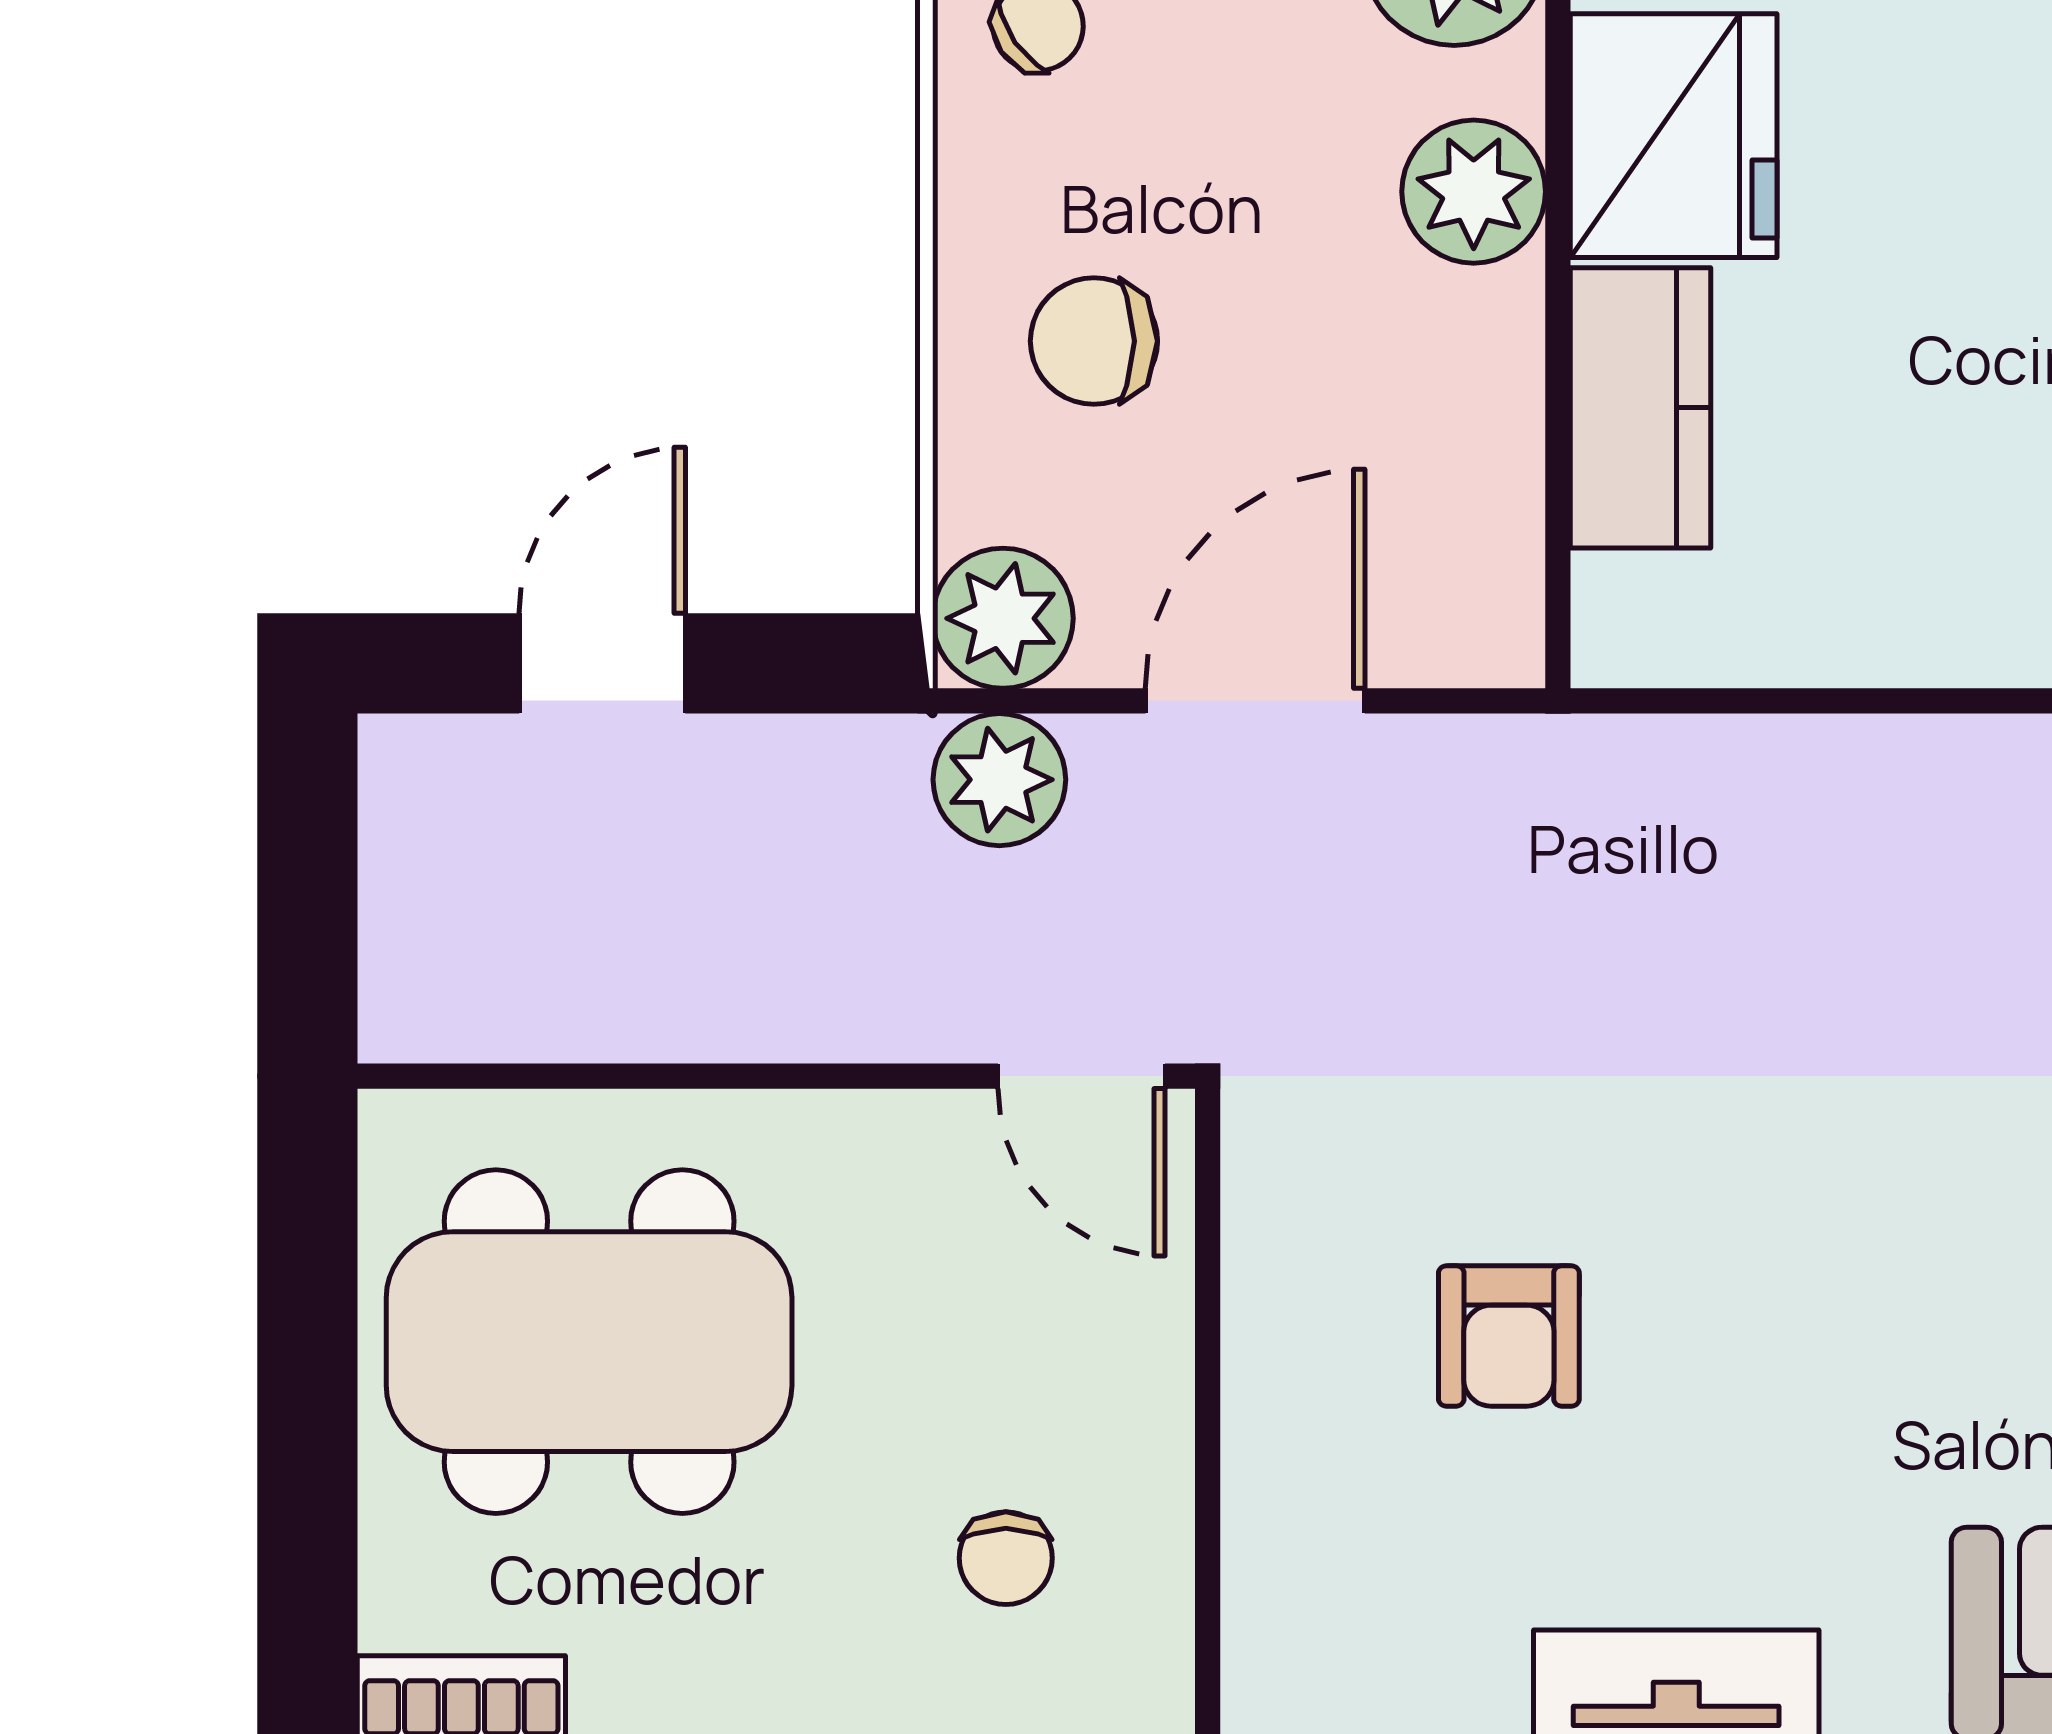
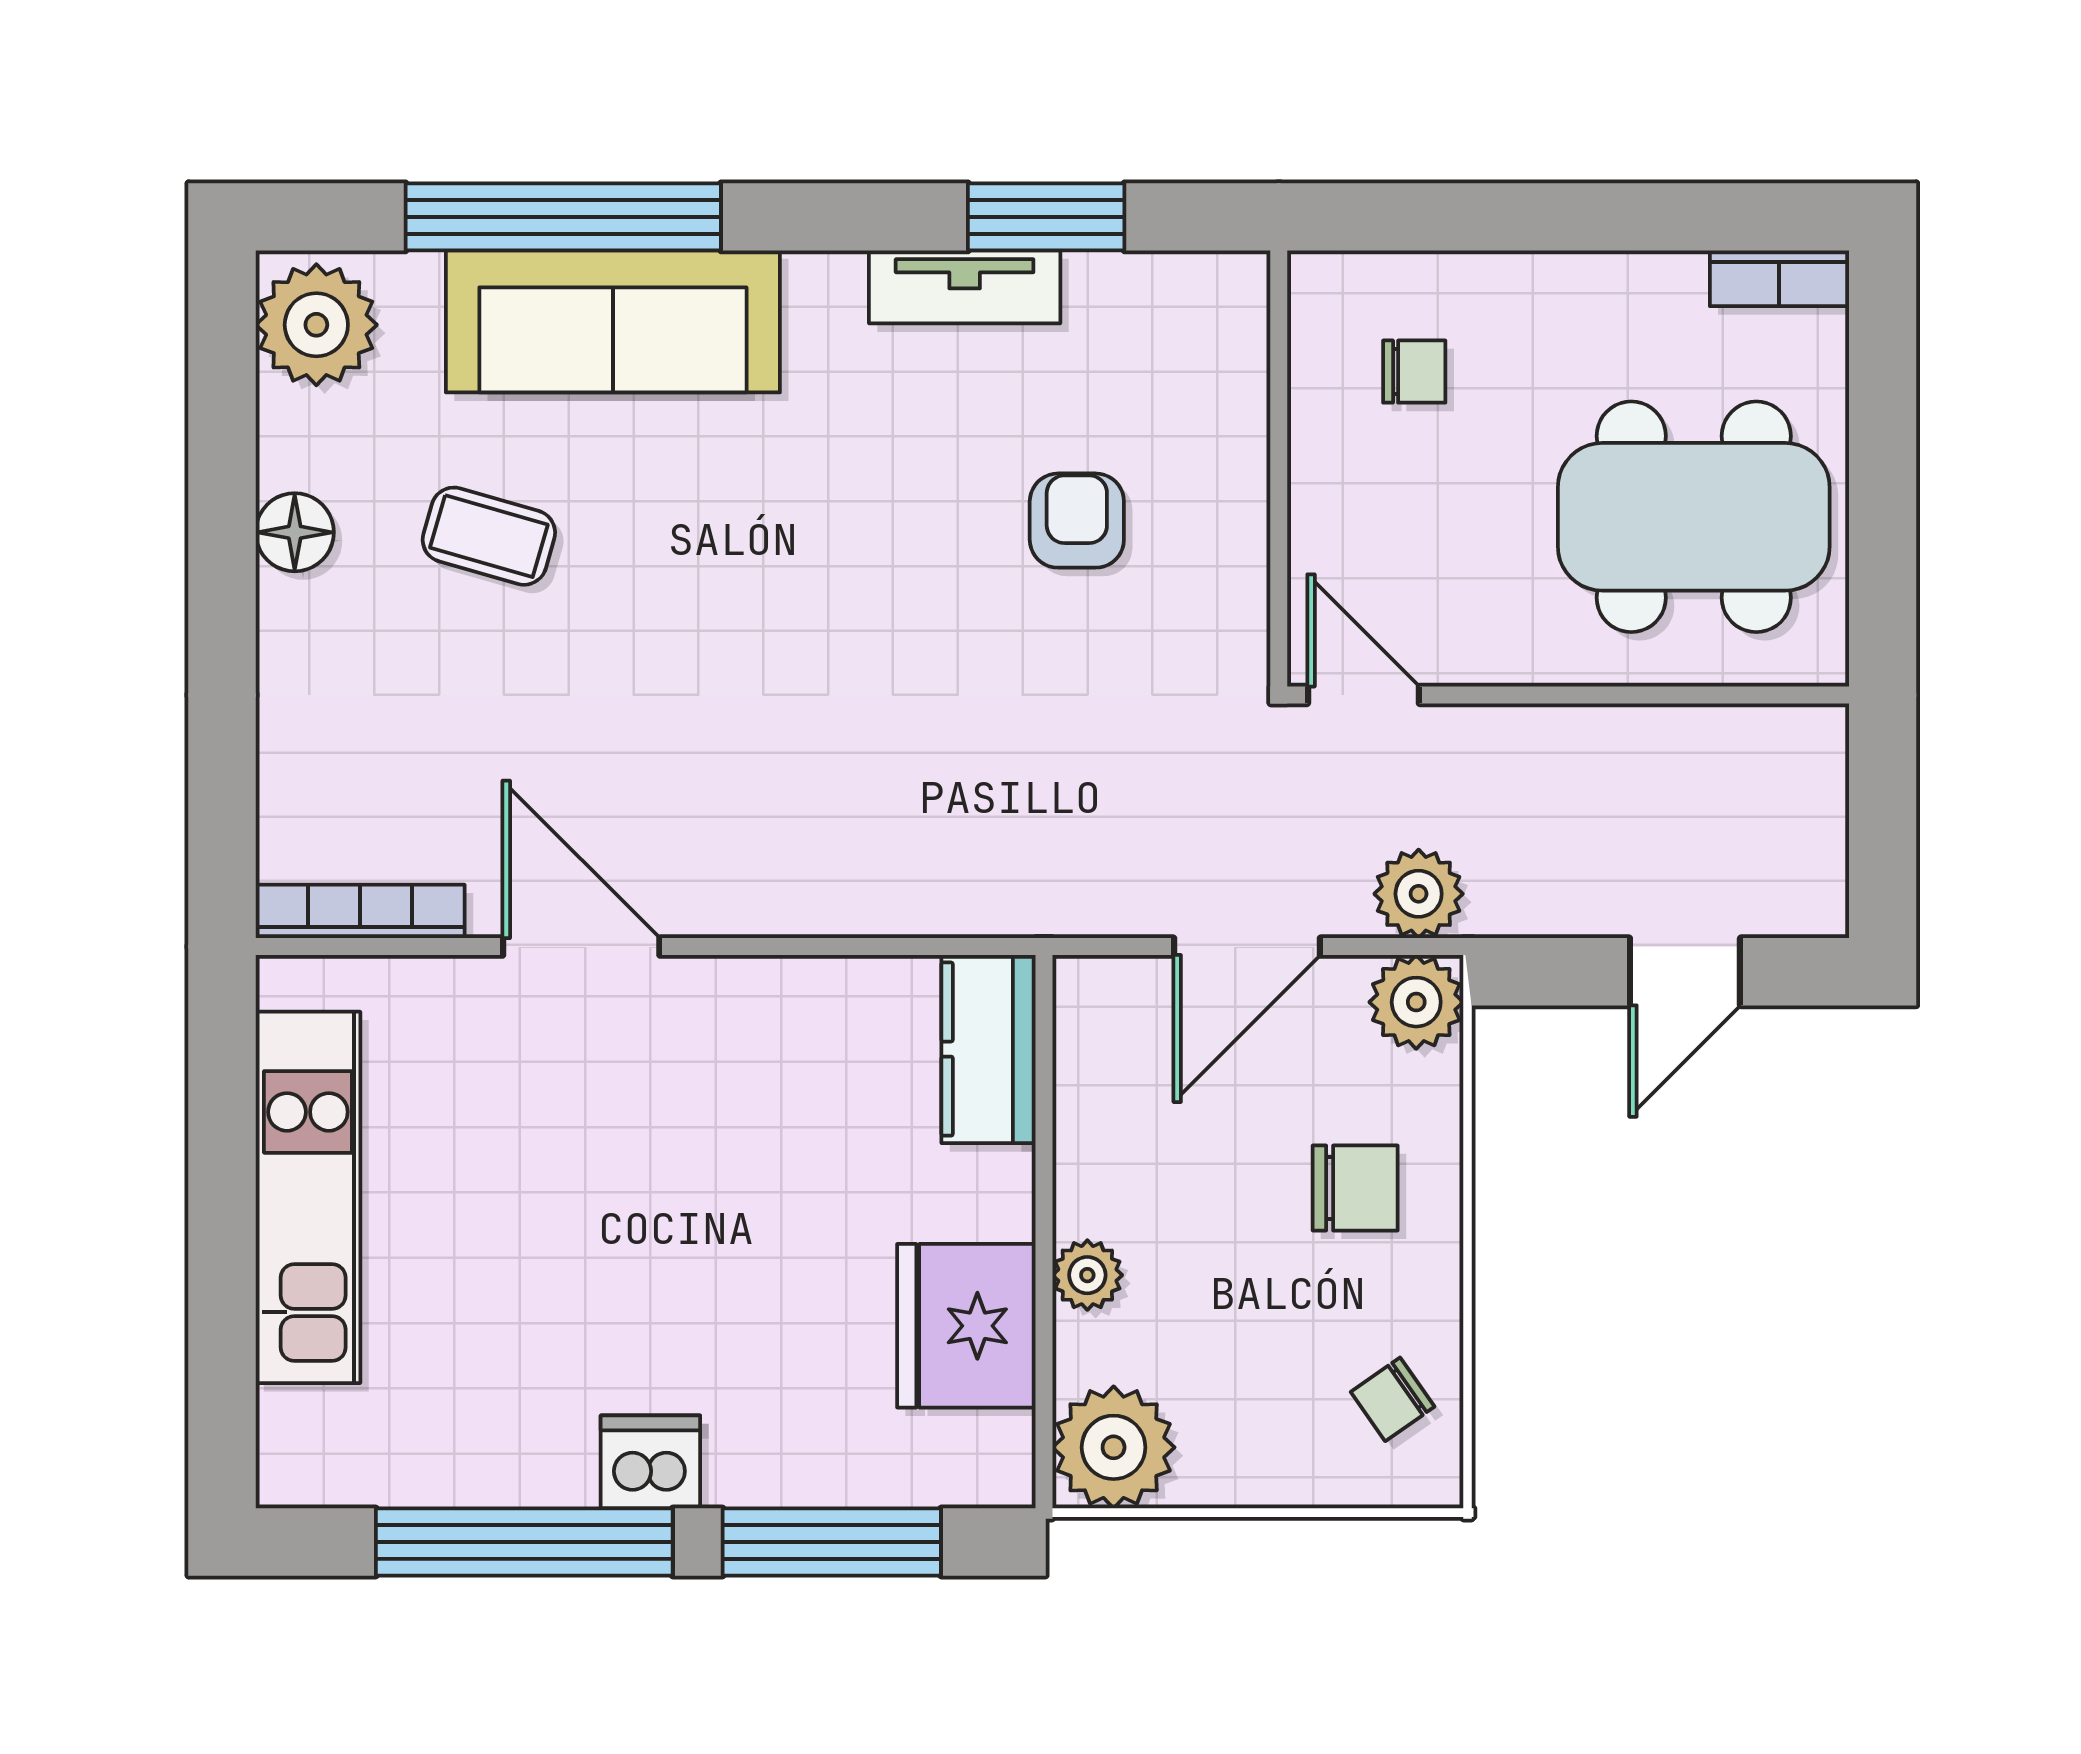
plant: (1474, 192) -> (1087, 1275), width x0.73, depth x0.73
kitchen counter: (1641, 408) -> (989, 1049), moved
chair: (1006, 1558) -> (1414, 372), turned 90

